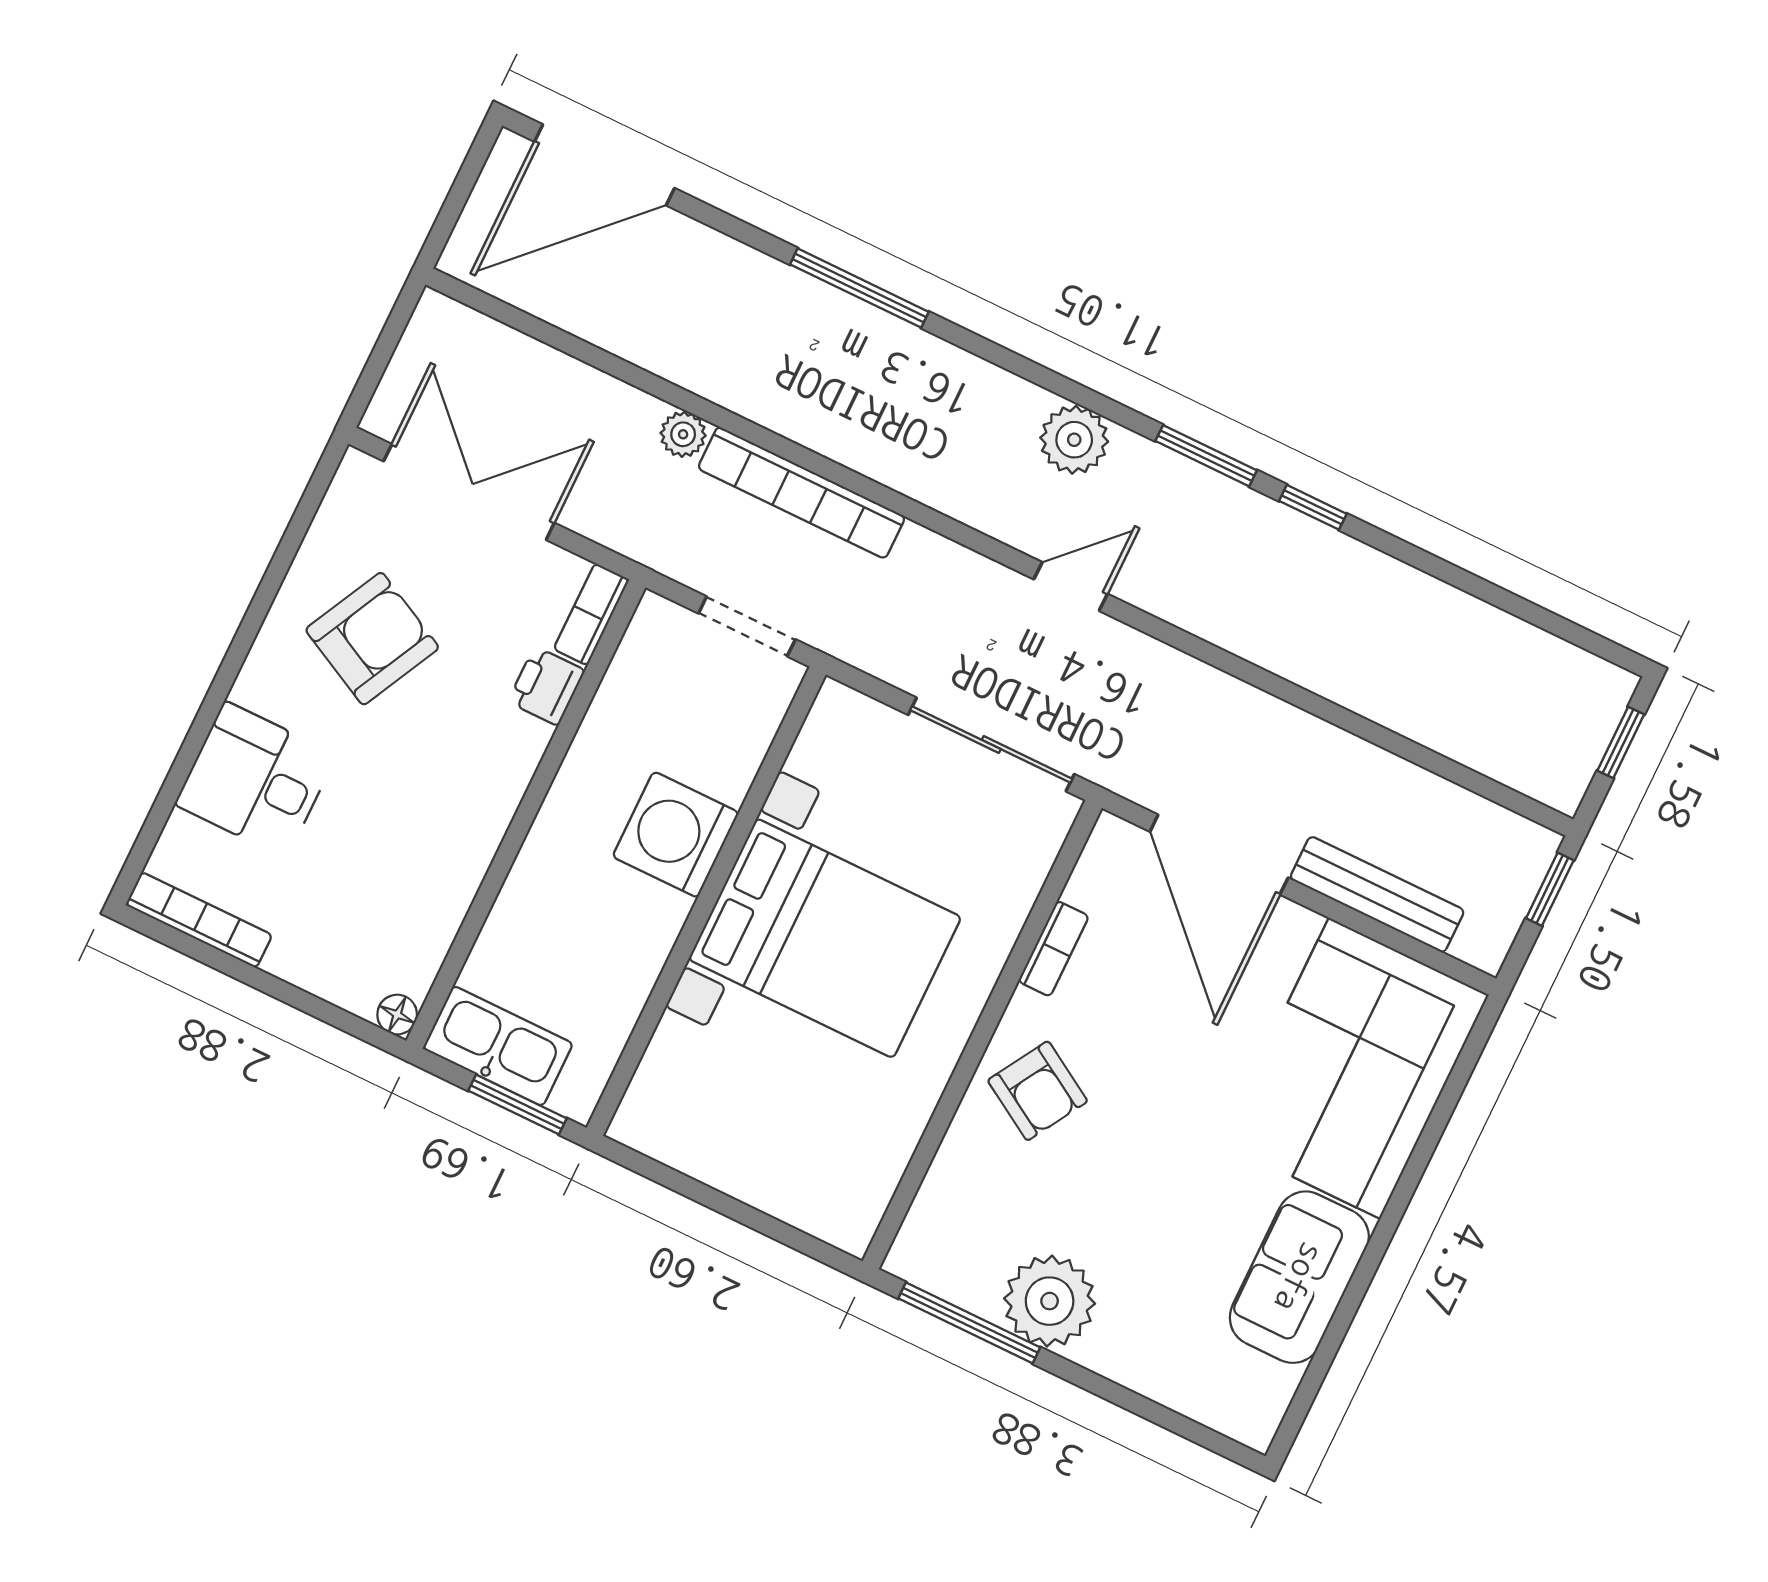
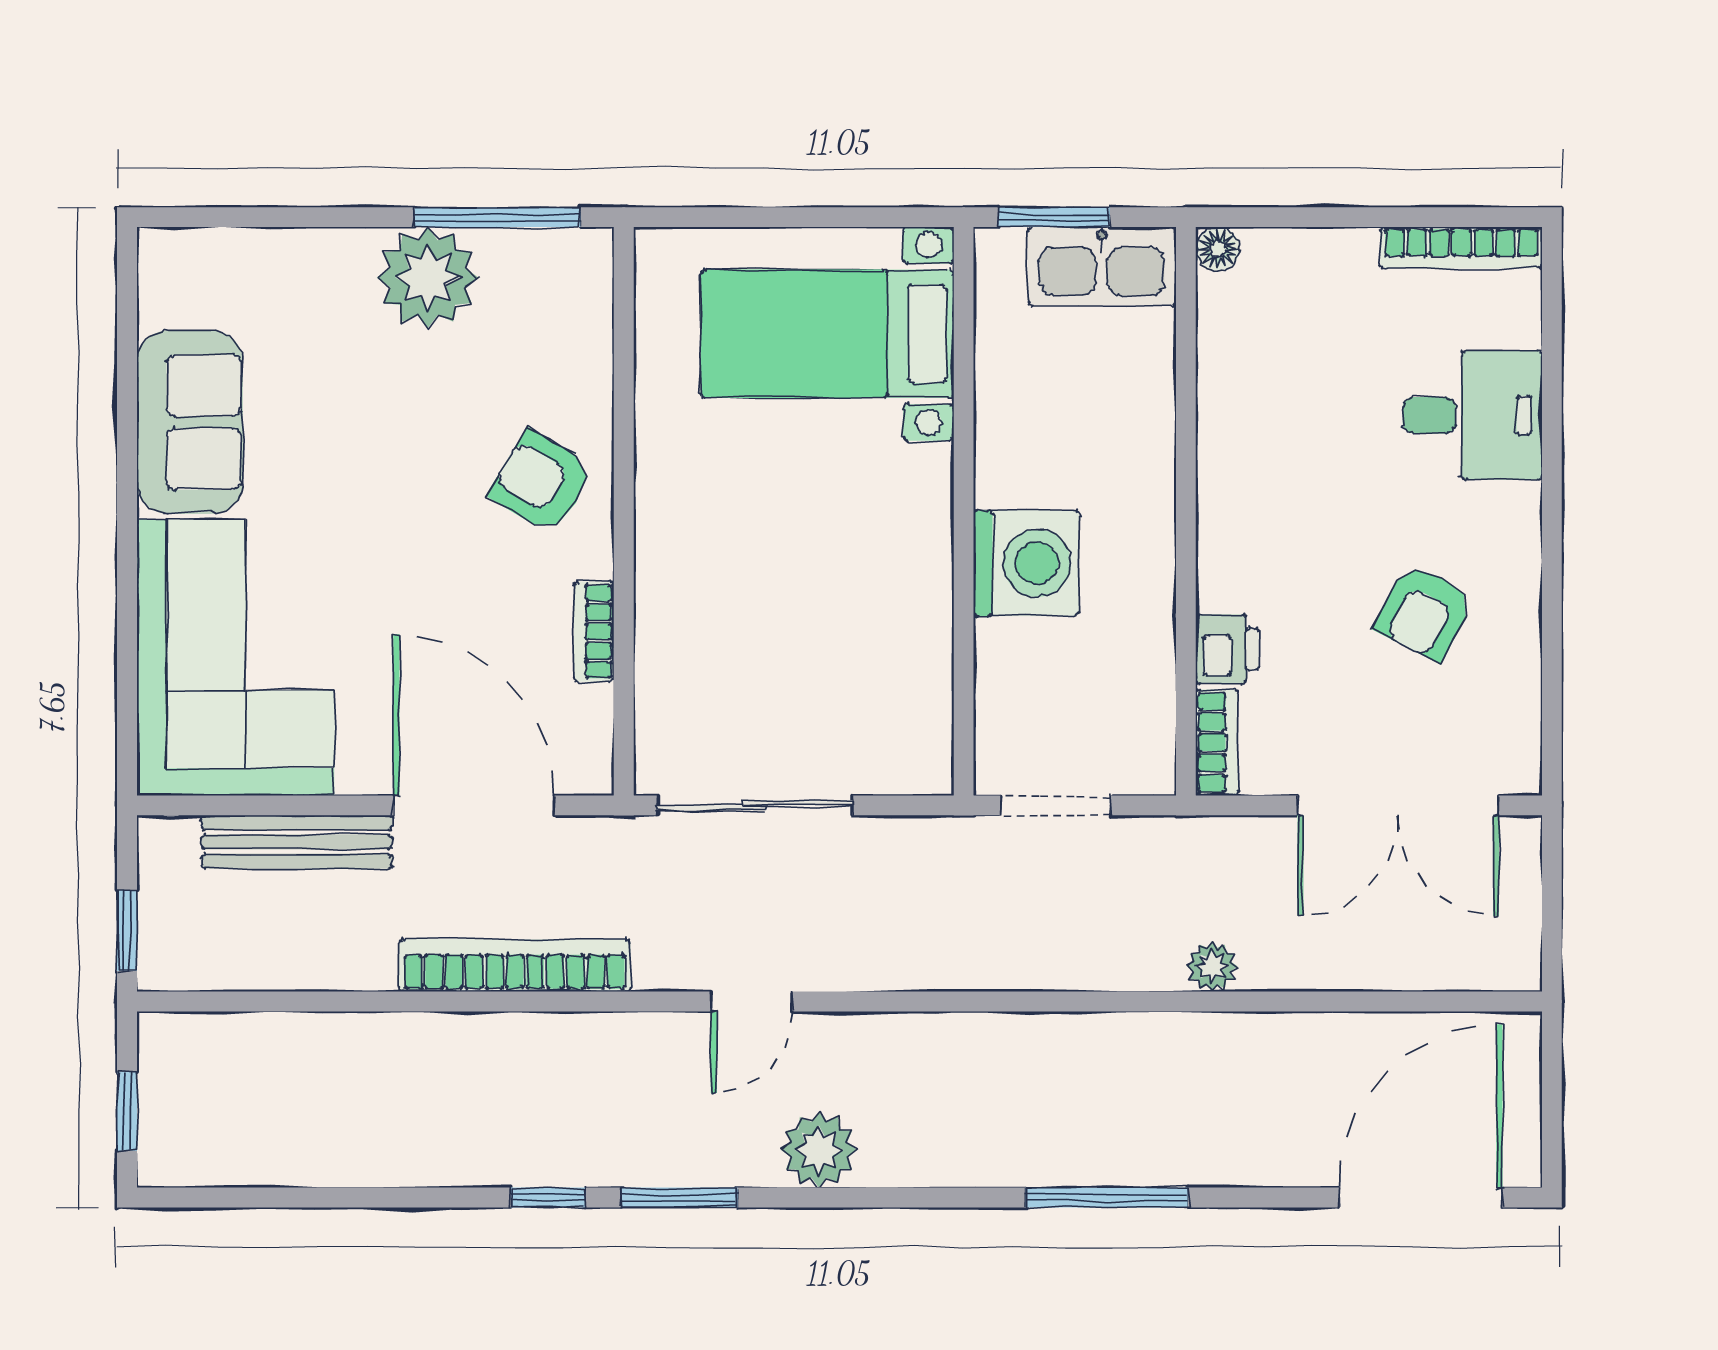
bookcase: (801, 493) -> (515, 965), moved
armchair: (372, 639) -> (1424, 612), width x0.72, depth x0.72
bed with nightstands: (825, 938) -> (827, 334), moved, width x0.73

